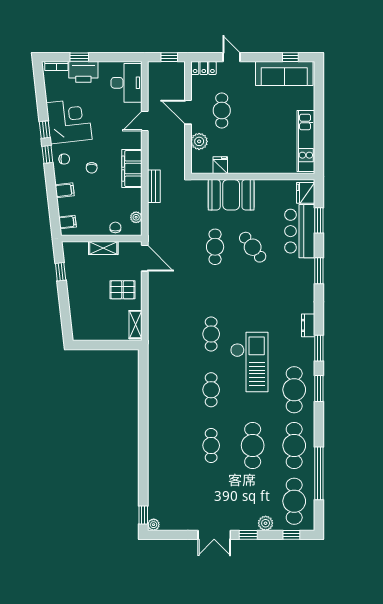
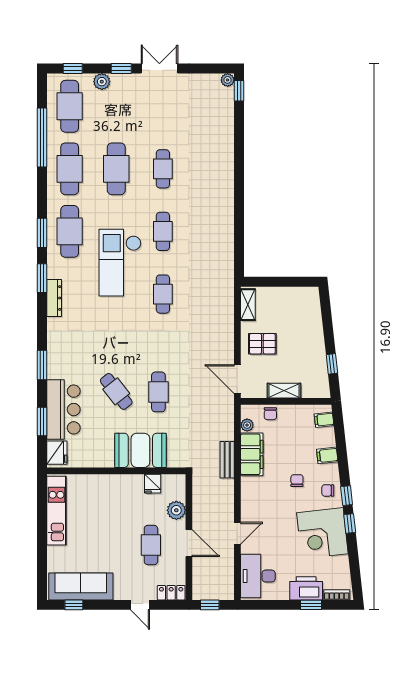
filing cabinet: (132, 169) -> (252, 454), moved
dresser: (308, 325) -> (54, 298), width x1.44

